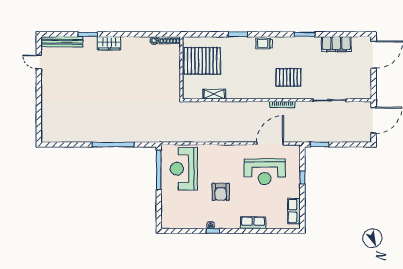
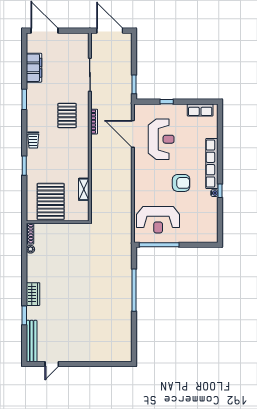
row of seats: (253, 223) -> (212, 163), width x2.02

